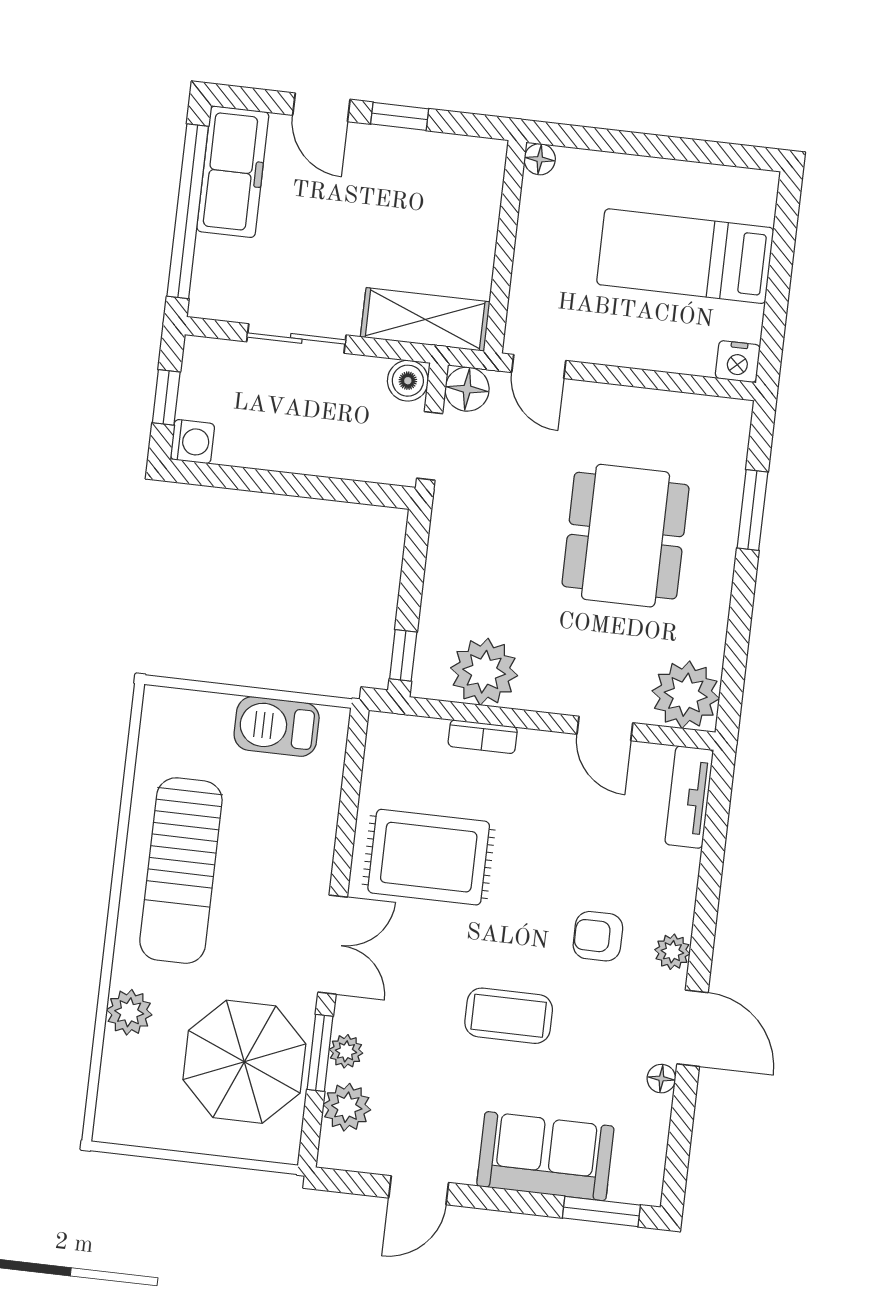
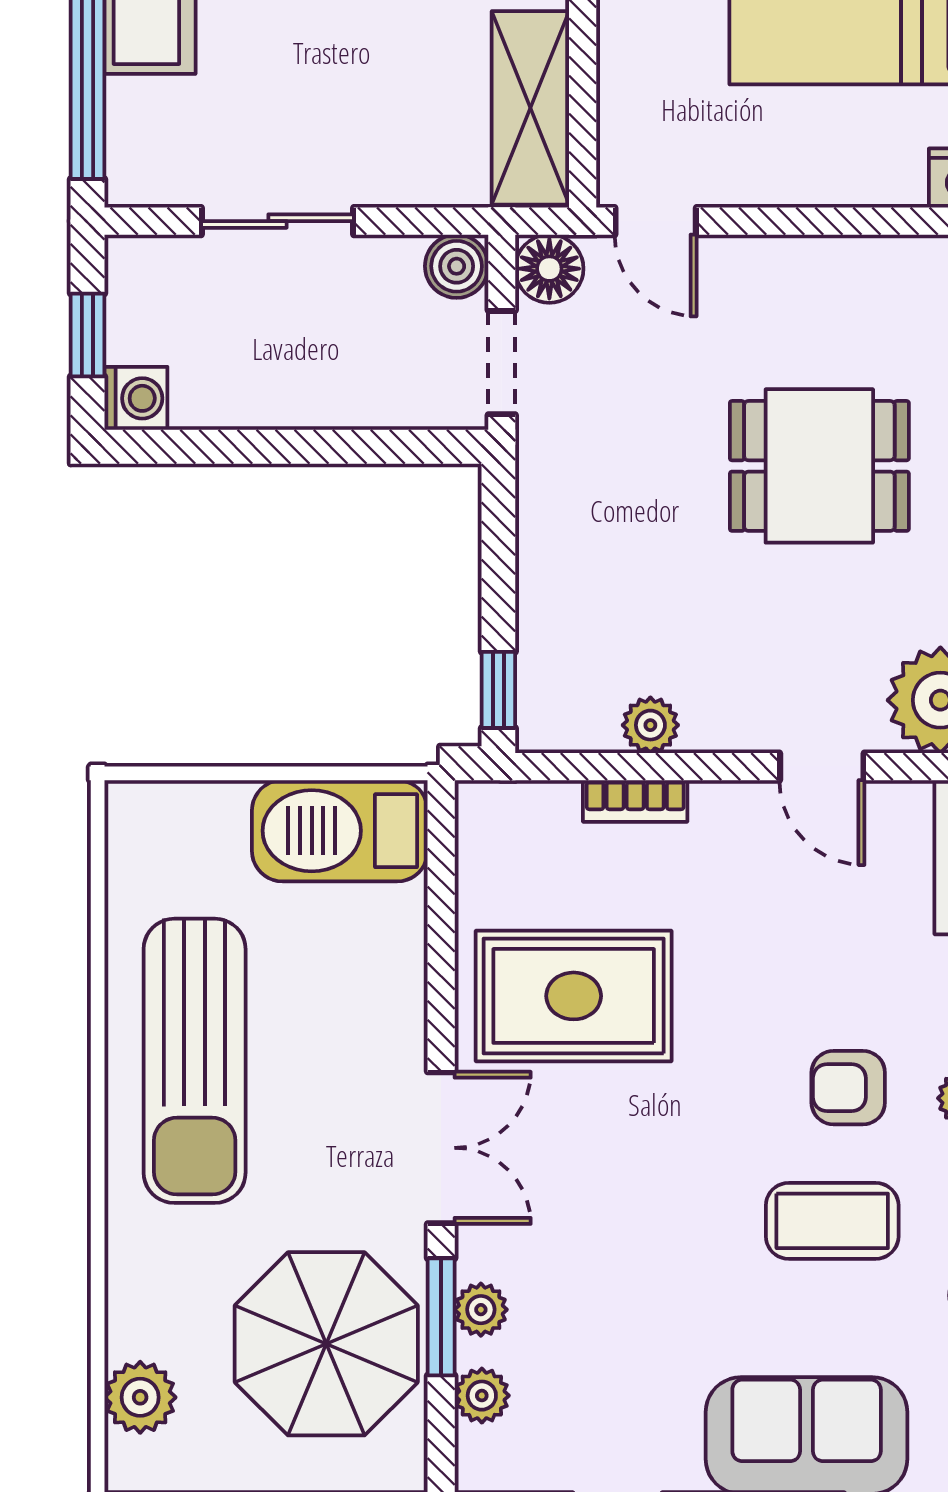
shelving: (425, 319) -> (530, 108), moved, turned 90
dining table: (626, 536) -> (819, 466), width x0.73
plant: (484, 672) -> (650, 725), width x0.53, depth x0.53
barbecue: (277, 726) -> (340, 831), width x1.37, depth x1.21
plant: (129, 1012) -> (140, 1397), moved
coffee table: (509, 1016) -> (832, 1221), moved
plant: (347, 1107) -> (482, 1396), width x0.73, depth x0.73

